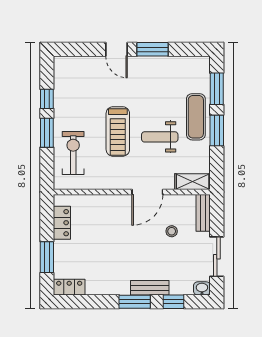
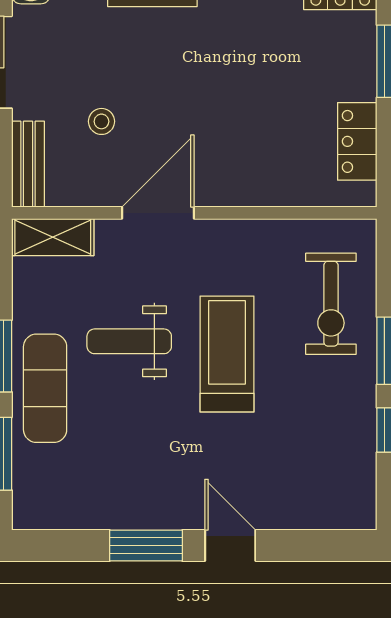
weight bench: (160, 137) -> (129, 341), turned 180

